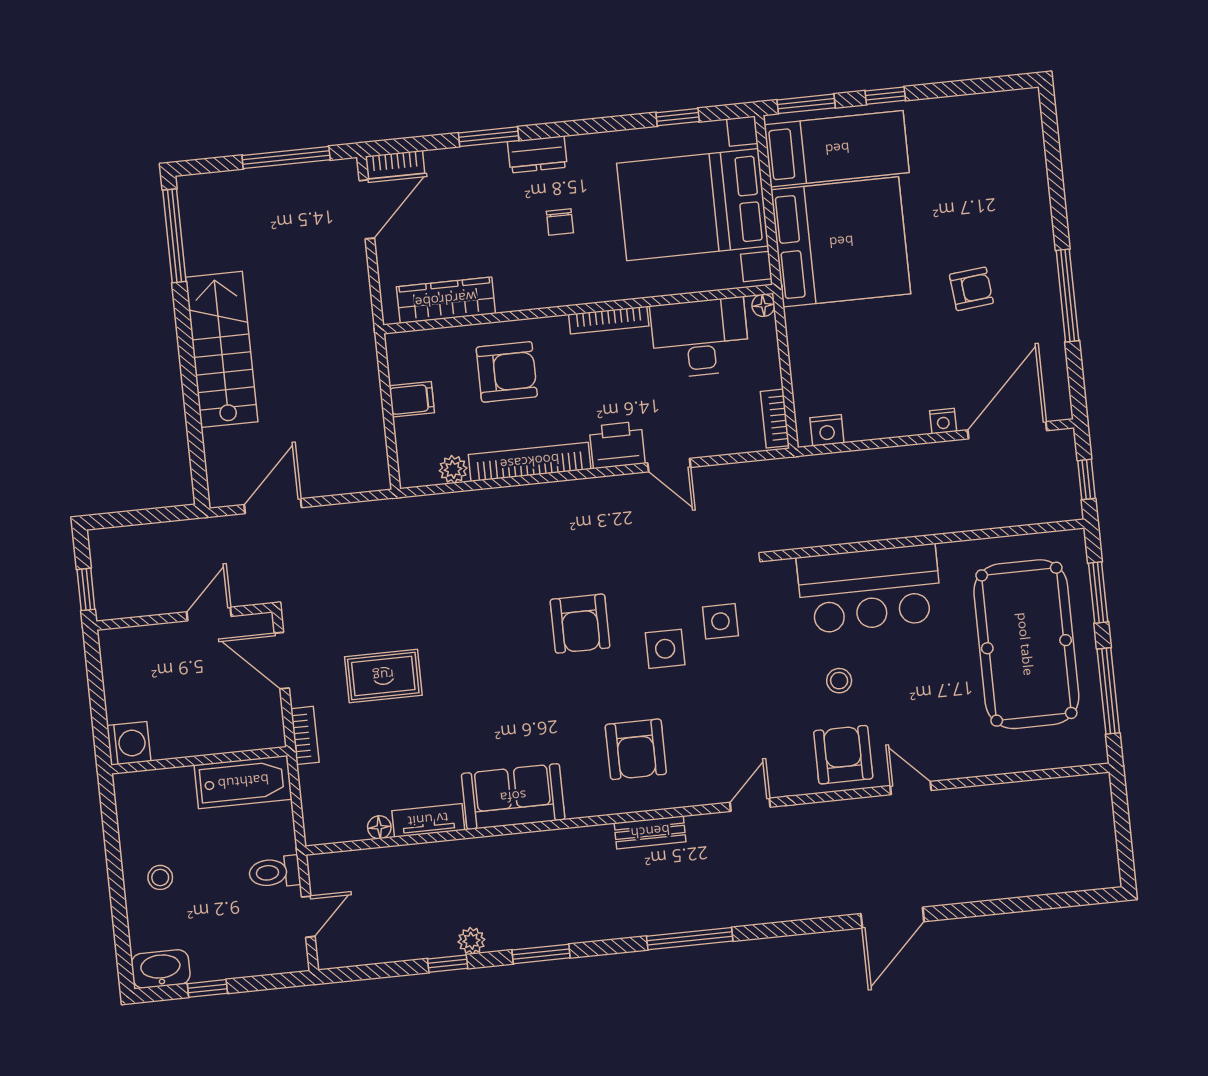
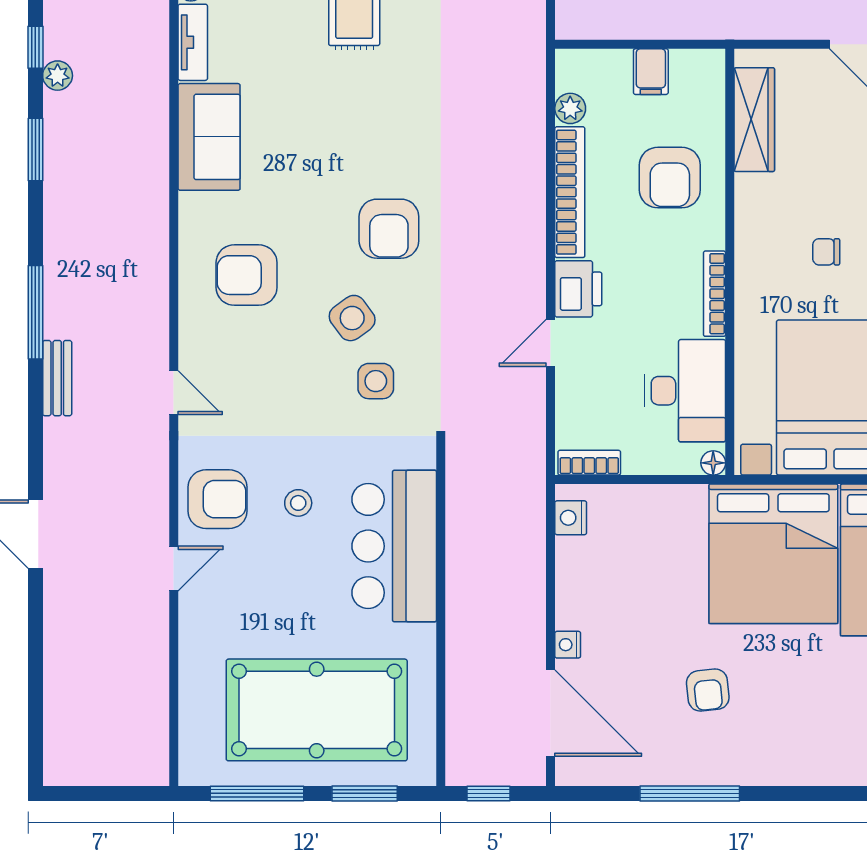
armchair: (580, 624) -> (389, 229), turned -90
side table: (665, 649) -> (352, 318), turned -36
bench: (650, 832) -> (57, 378), moved

